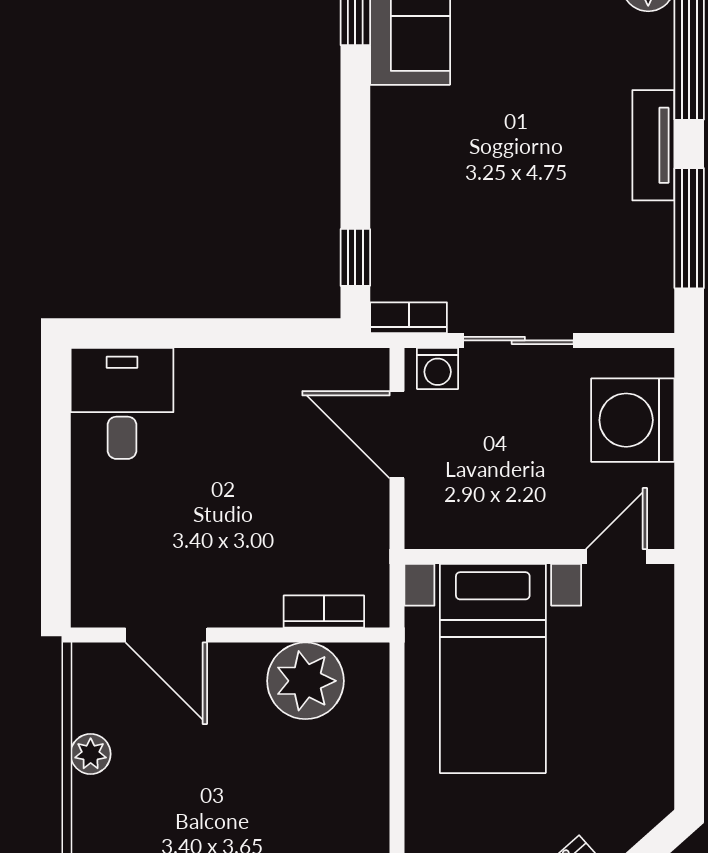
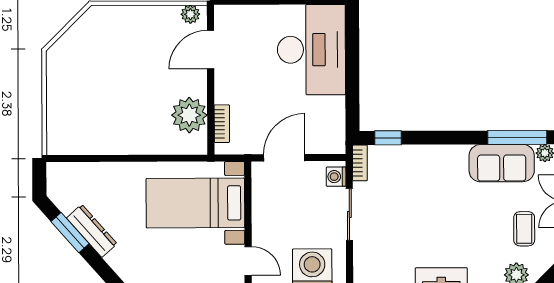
desk: (122, 403) -> (311, 50), width x1.87, depth x1.30
door: (397, 435) -> (284, 158), moved
plant: (91, 754) -> (190, 14), moved

